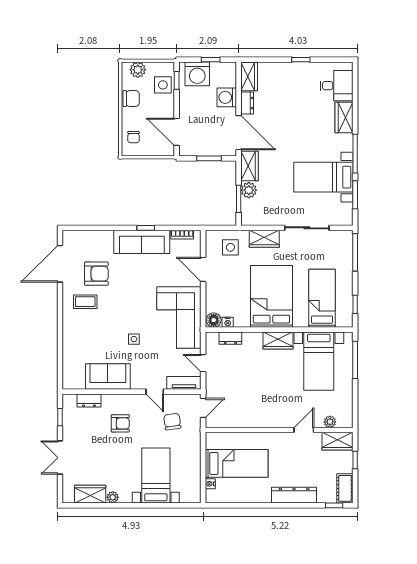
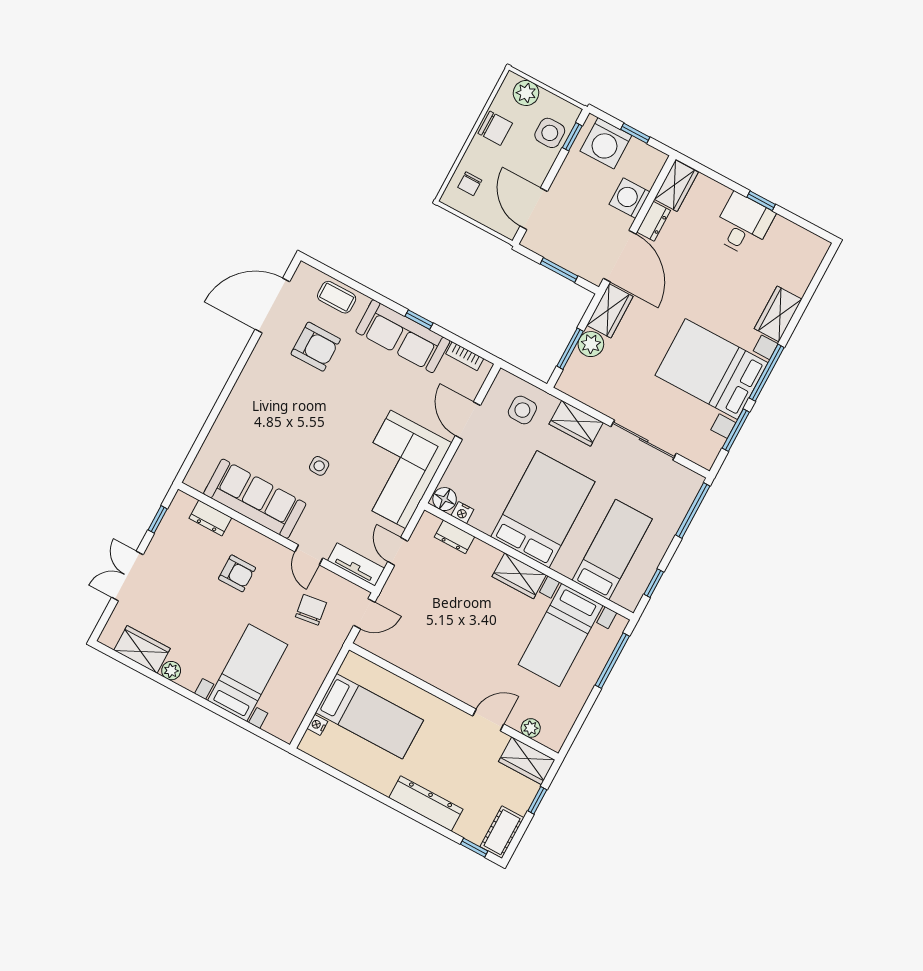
desk: (337, 86) -> (743, 225), moved, turned -90
bed with nightstands: (323, 177) -> (711, 369), width x1.36
coffee table: (85, 302) -> (337, 297), moved
sofa: (108, 377) -> (255, 499), width x1.36

